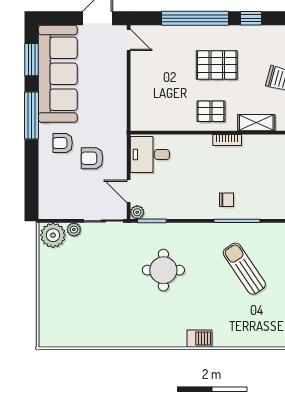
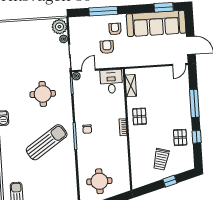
window: (195, 18) -> (194, 103), width x0.68
pallet: (217, 65) -> (180, 137), moved, width x0.67, depth x0.71
window: (32, 116) -> (103, 11), moved
shelving: (256, 123) -> (131, 86), moved
sun lounger: (244, 269) -> (47, 142), width x1.36, depth x1.34

